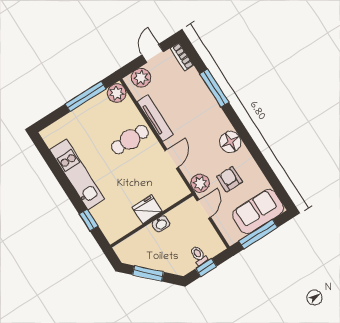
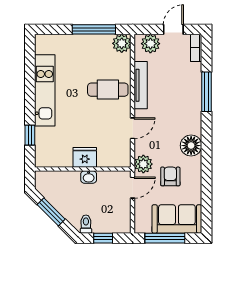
toilet: (199, 255) -> (86, 224), moved

